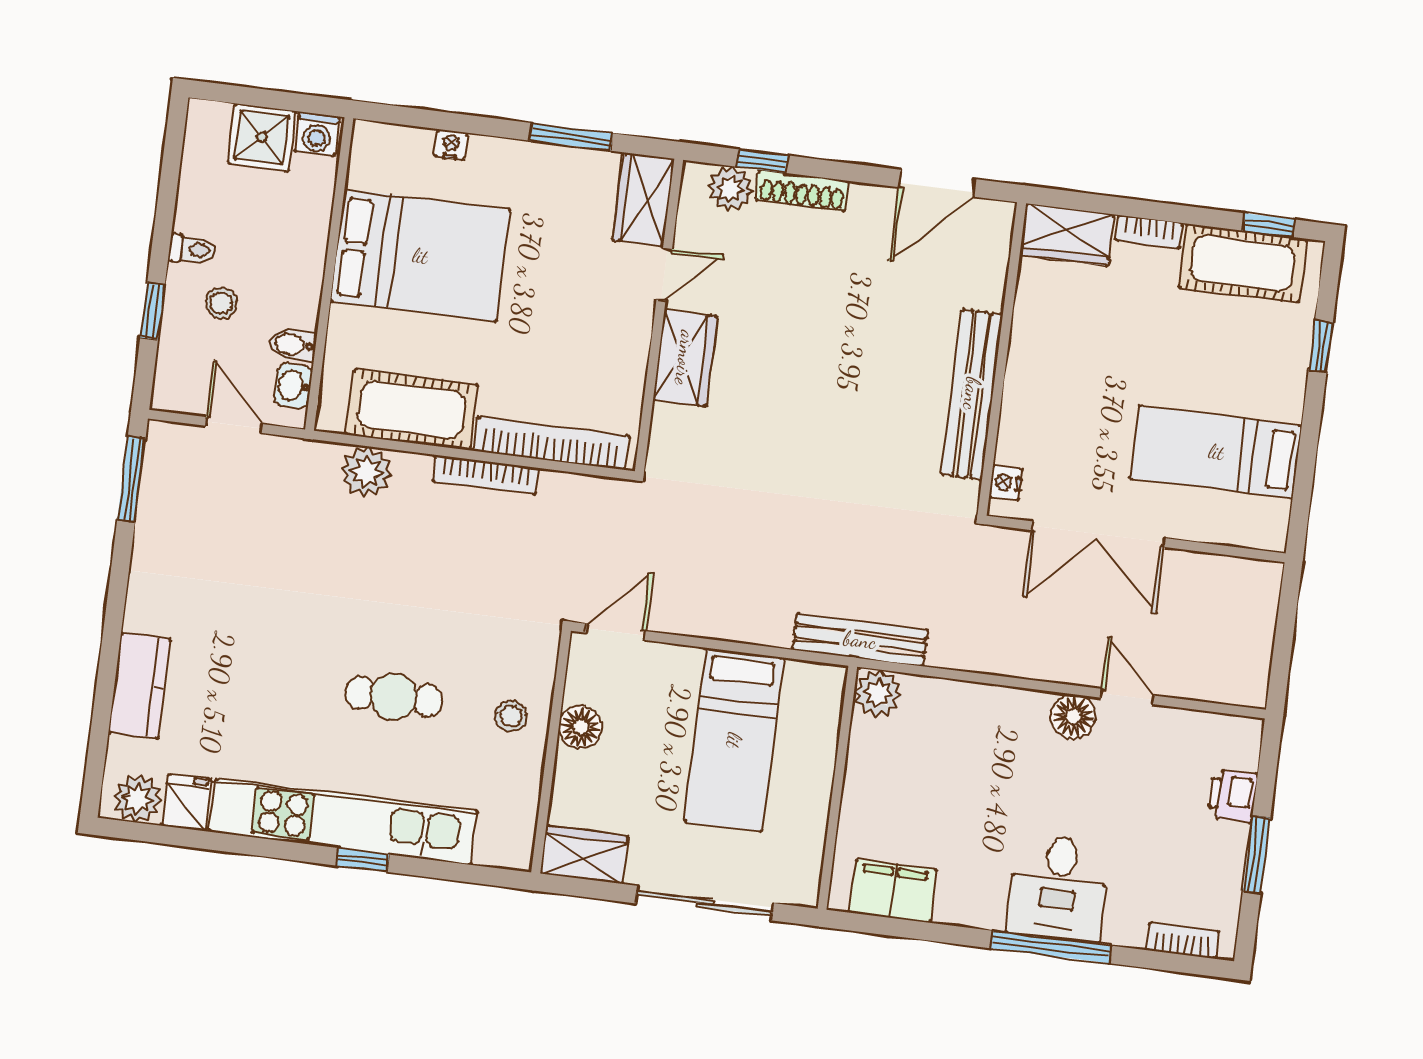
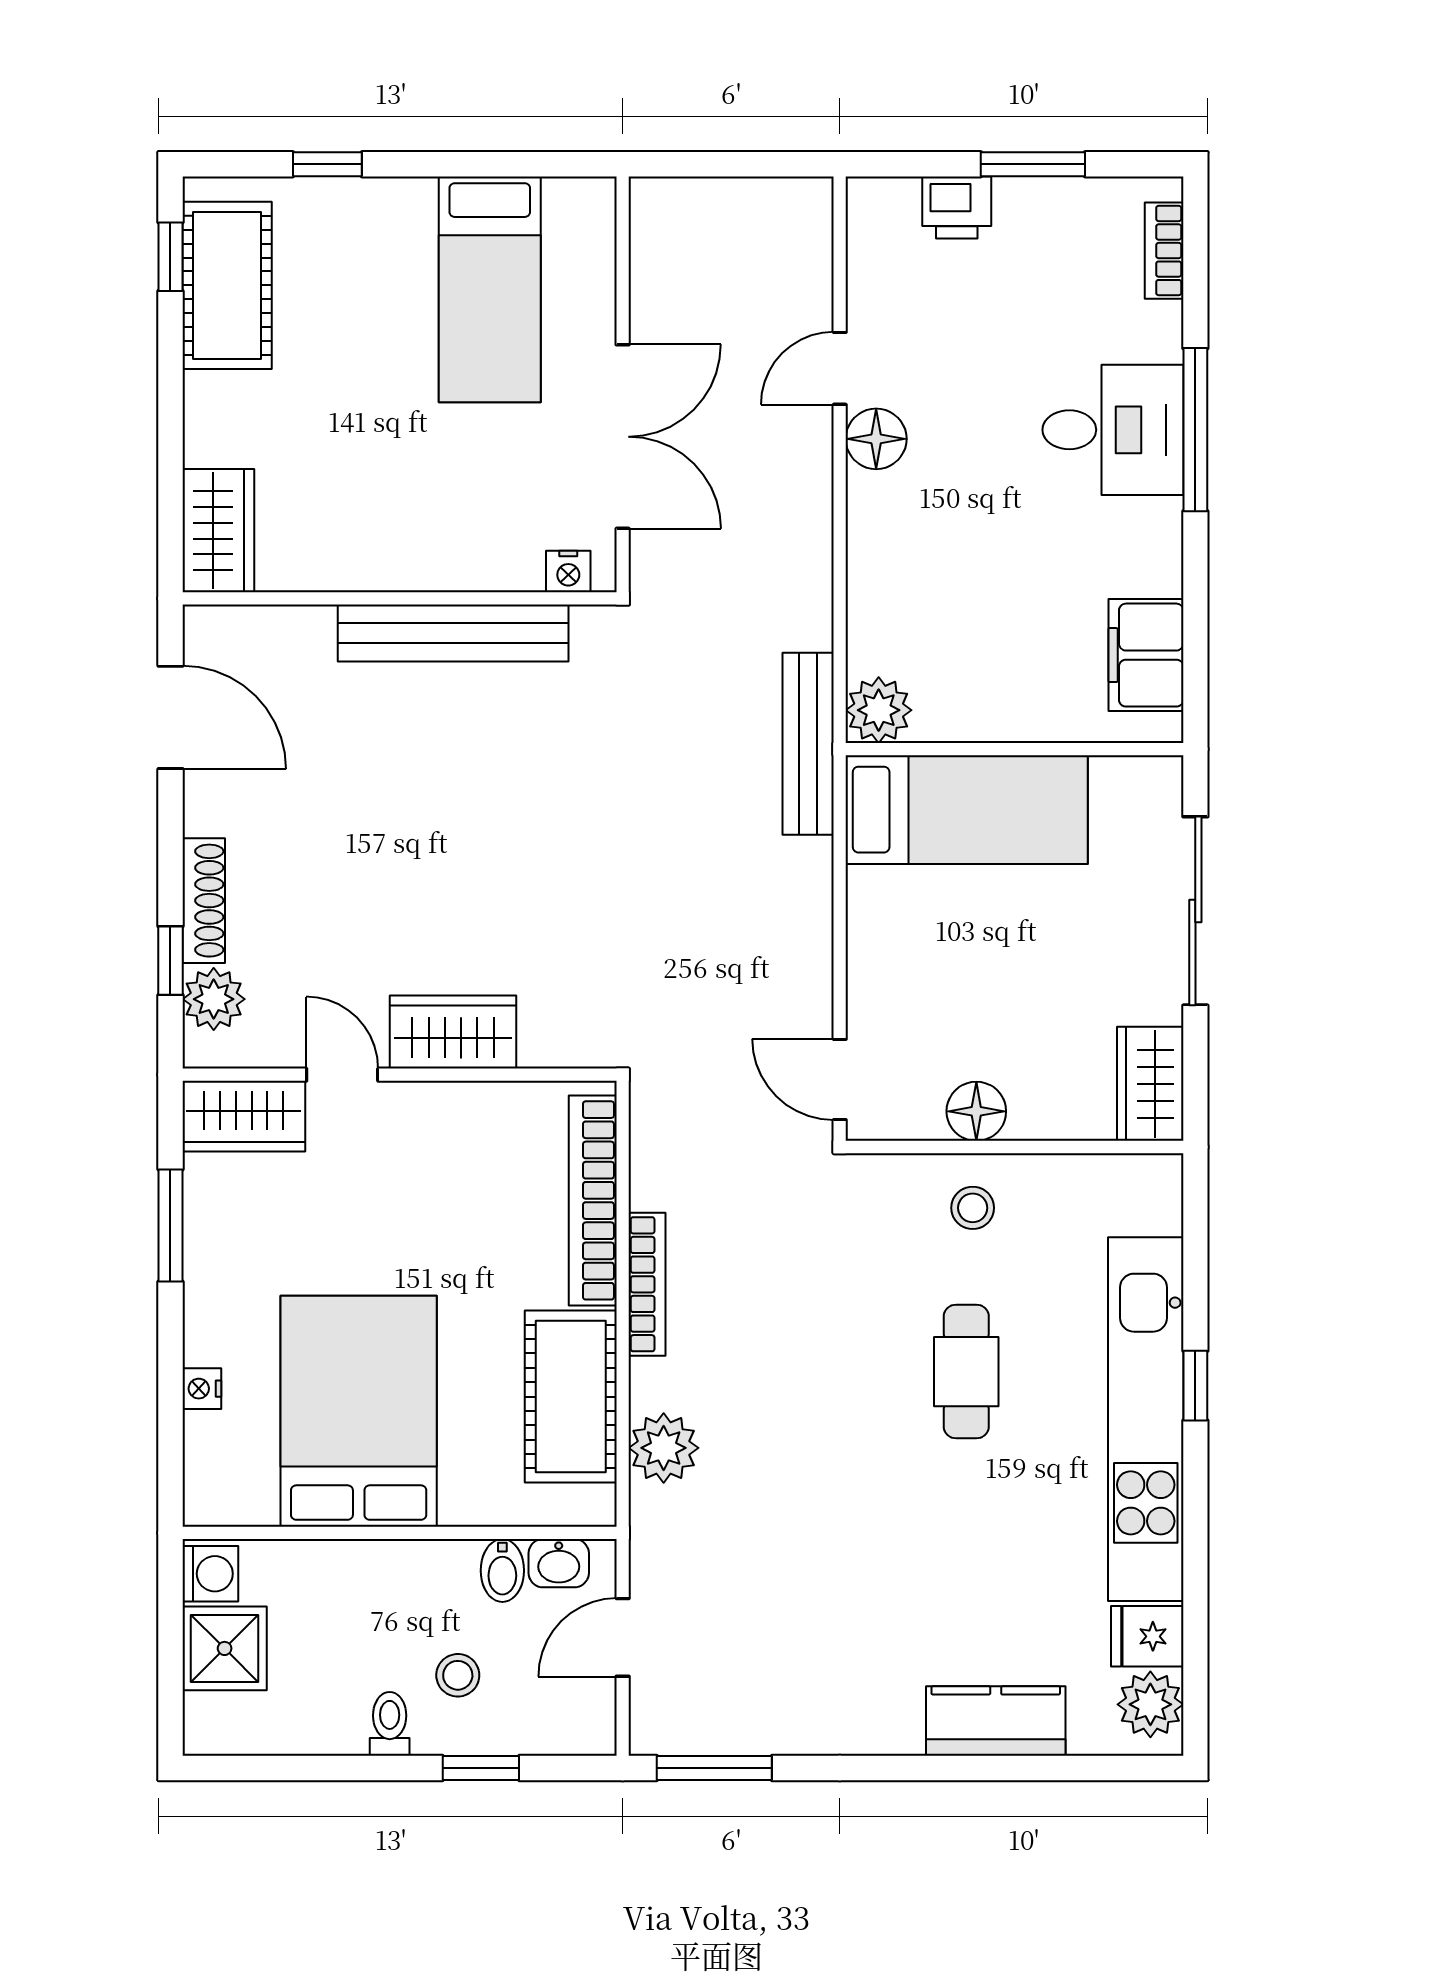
bookcase: (1149, 232) -> (201, 419), removed
bed: (734, 740) -> (967, 810), moved

